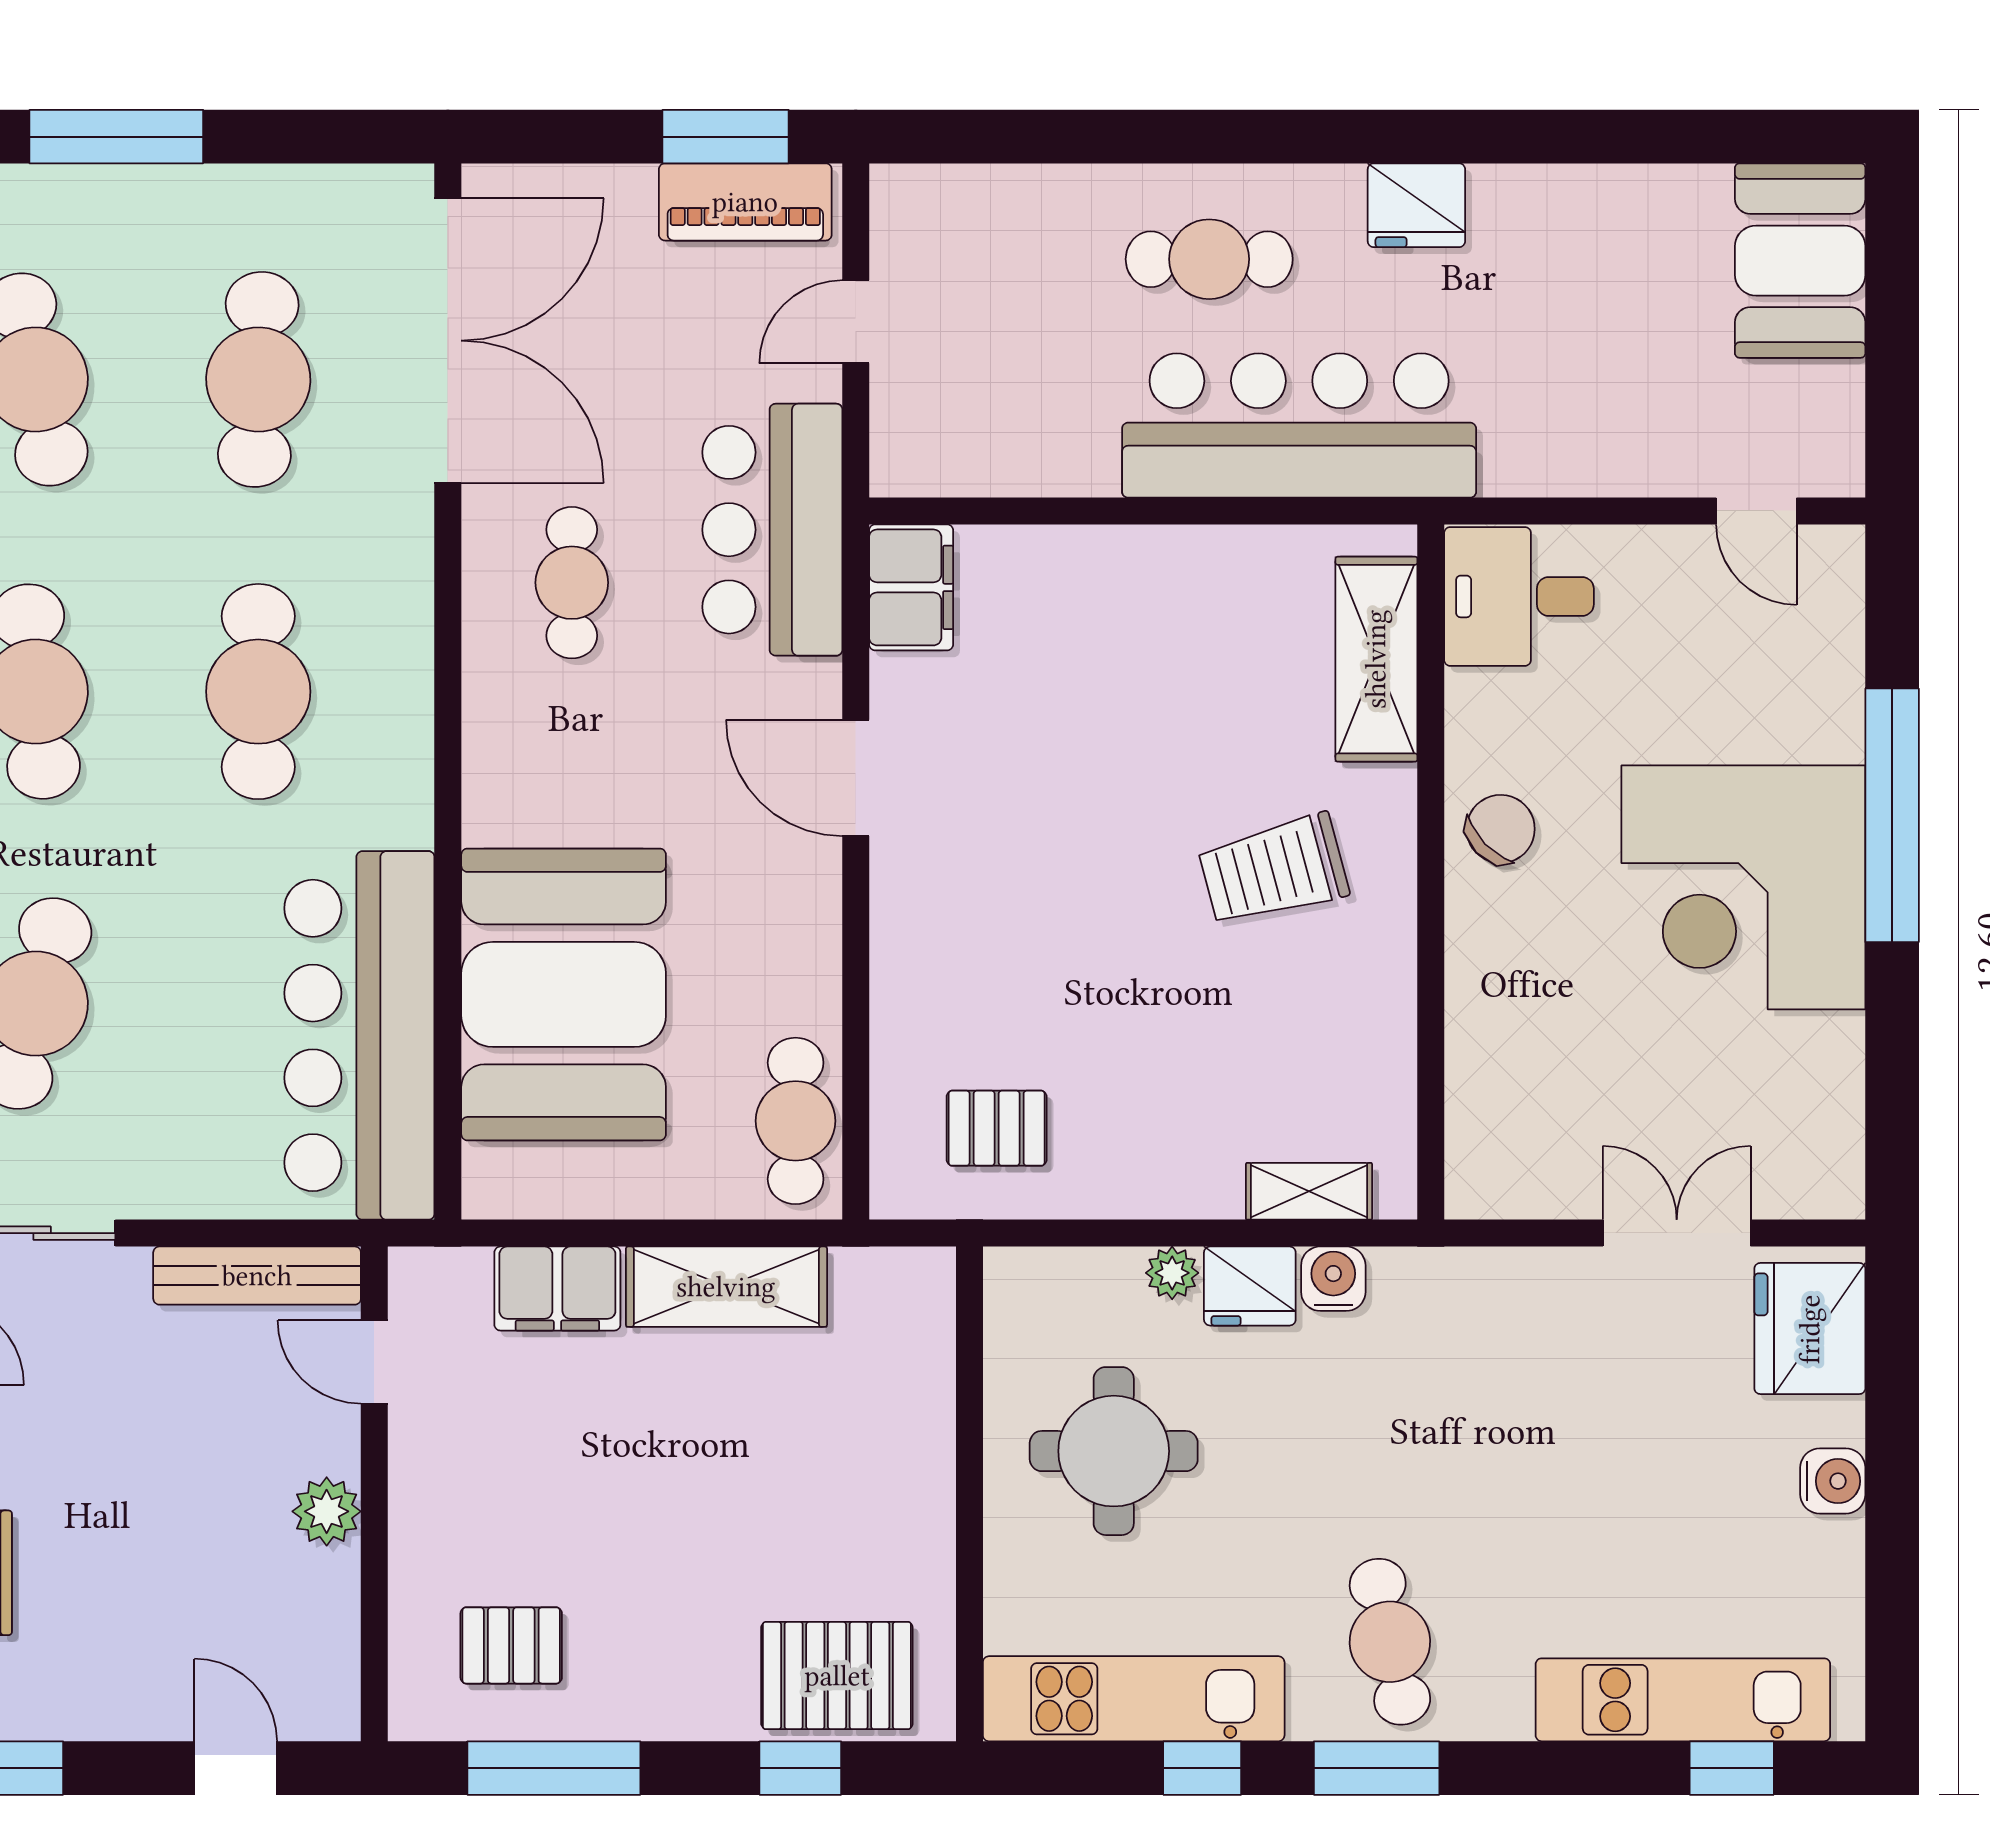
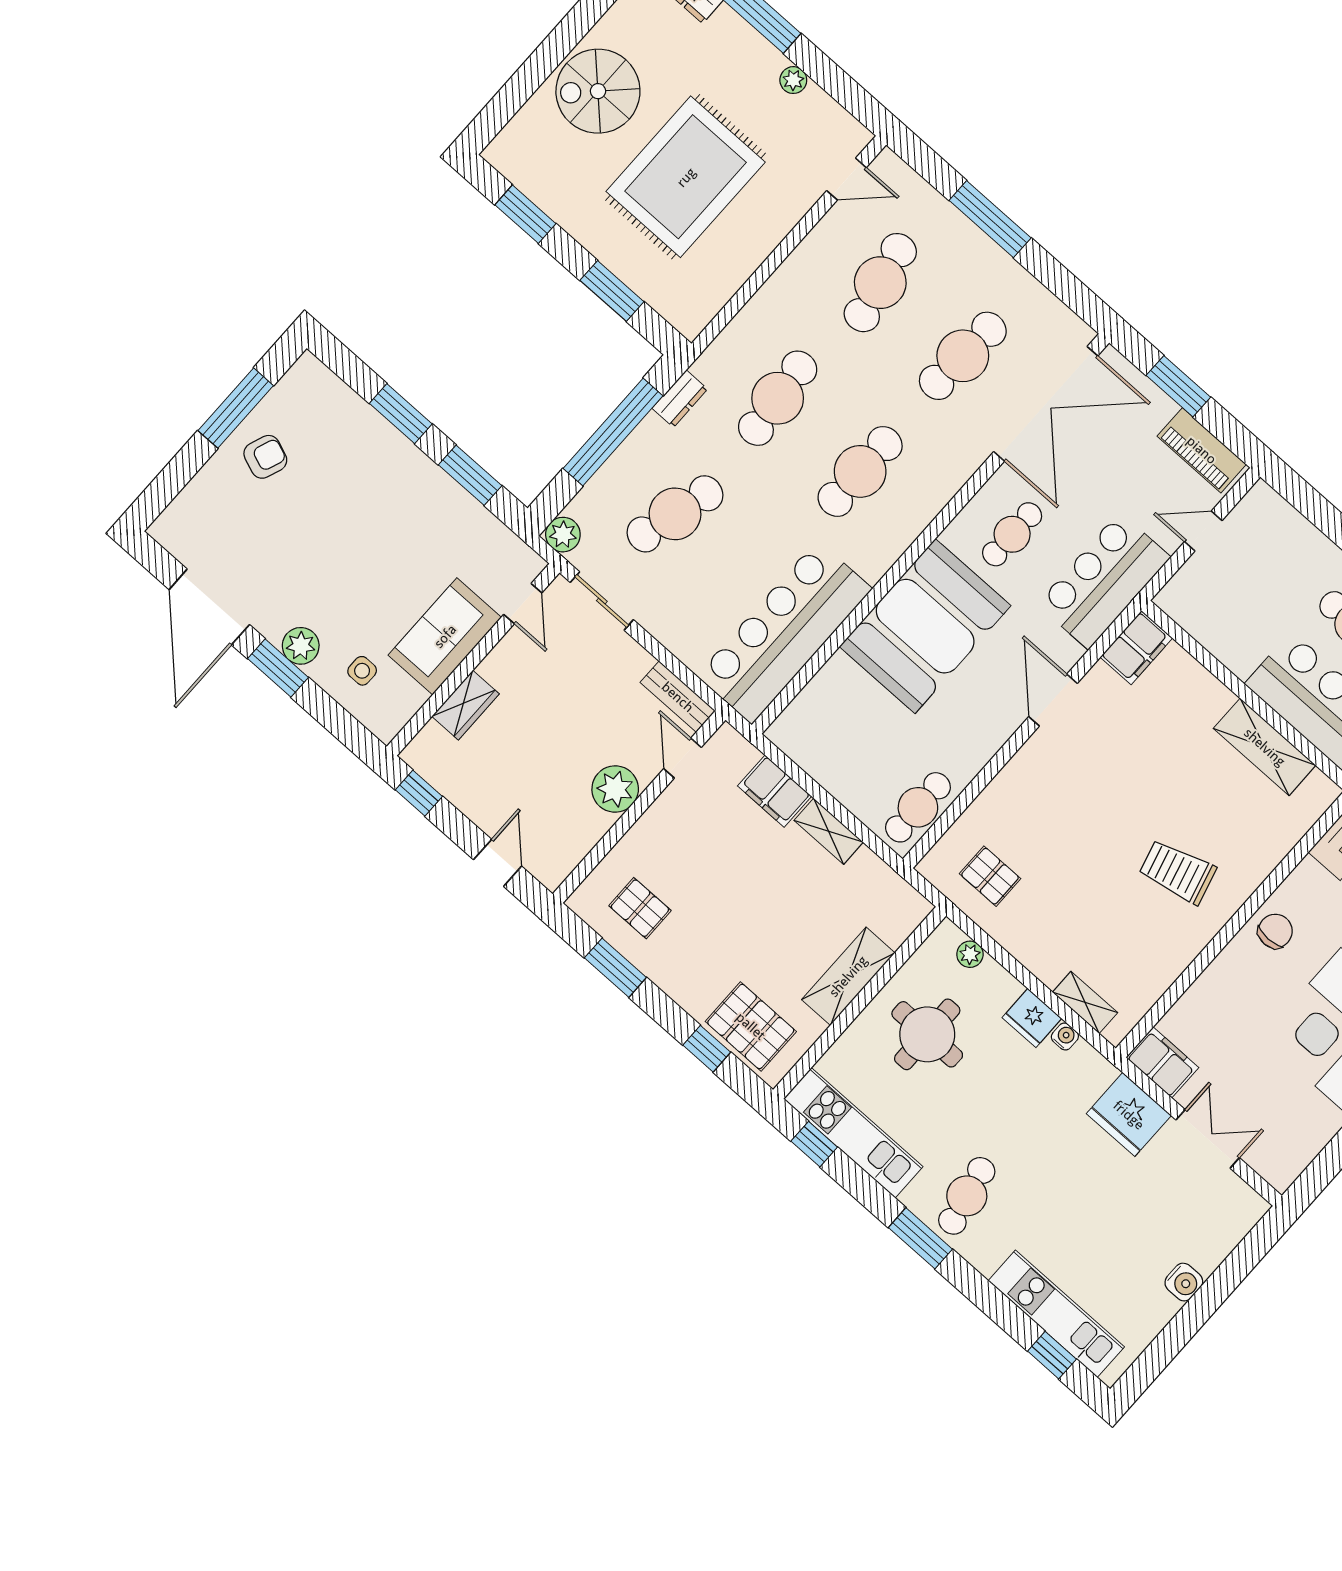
window: (726, 137) -> (1178, 386), moved
shelving: (1376, 659) -> (1265, 747), moved, turned 90
chair: (1501, 829) -> (1275, 931), turned -46
booth: (564, 994) -> (925, 626), moved
filing cabinet: (1506, 1178) -> (1162, 1062), added
plant: (1172, 1273) -> (970, 954), moved
bench: (257, 1276) -> (678, 697), width x0.73
water cooler: (1333, 1279) -> (1065, 1037), width x0.72, depth x0.72
shelving: (726, 1287) -> (829, 831), width x0.67, depth x0.75
fridge: (1810, 1329) -> (1129, 1115), moved, turned -90
shelving: (917, 1469) -> (848, 976), added
plant: (327, 1511) -> (615, 789), width x1.36, depth x1.36
window: (554, 1768) -> (615, 968), width x0.69
window: (1202, 1768) -> (814, 1144), moved

